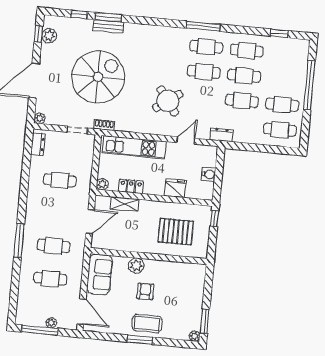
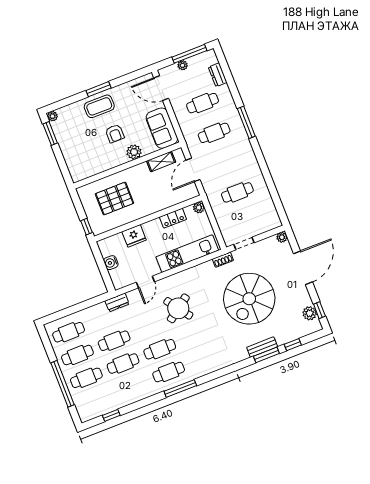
cafe table: (247, 51) -> (86, 378), moved
dresser: (38, 144) -> (218, 75), moved
shelving: (125, 204) -> (161, 161), moved

